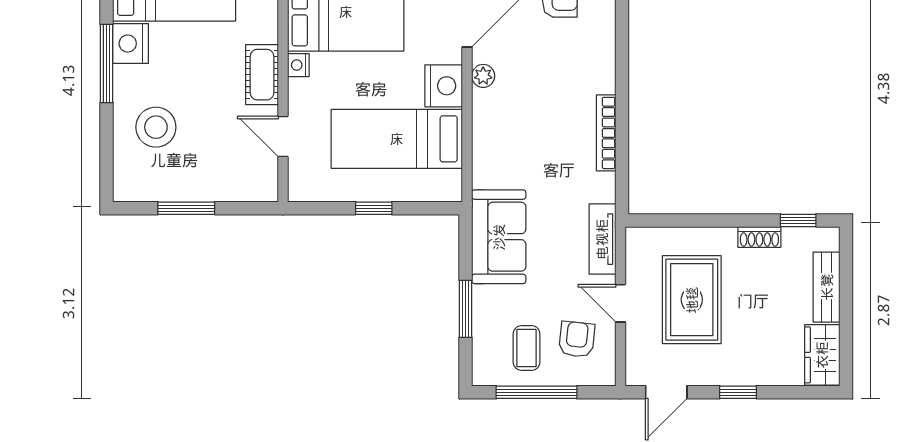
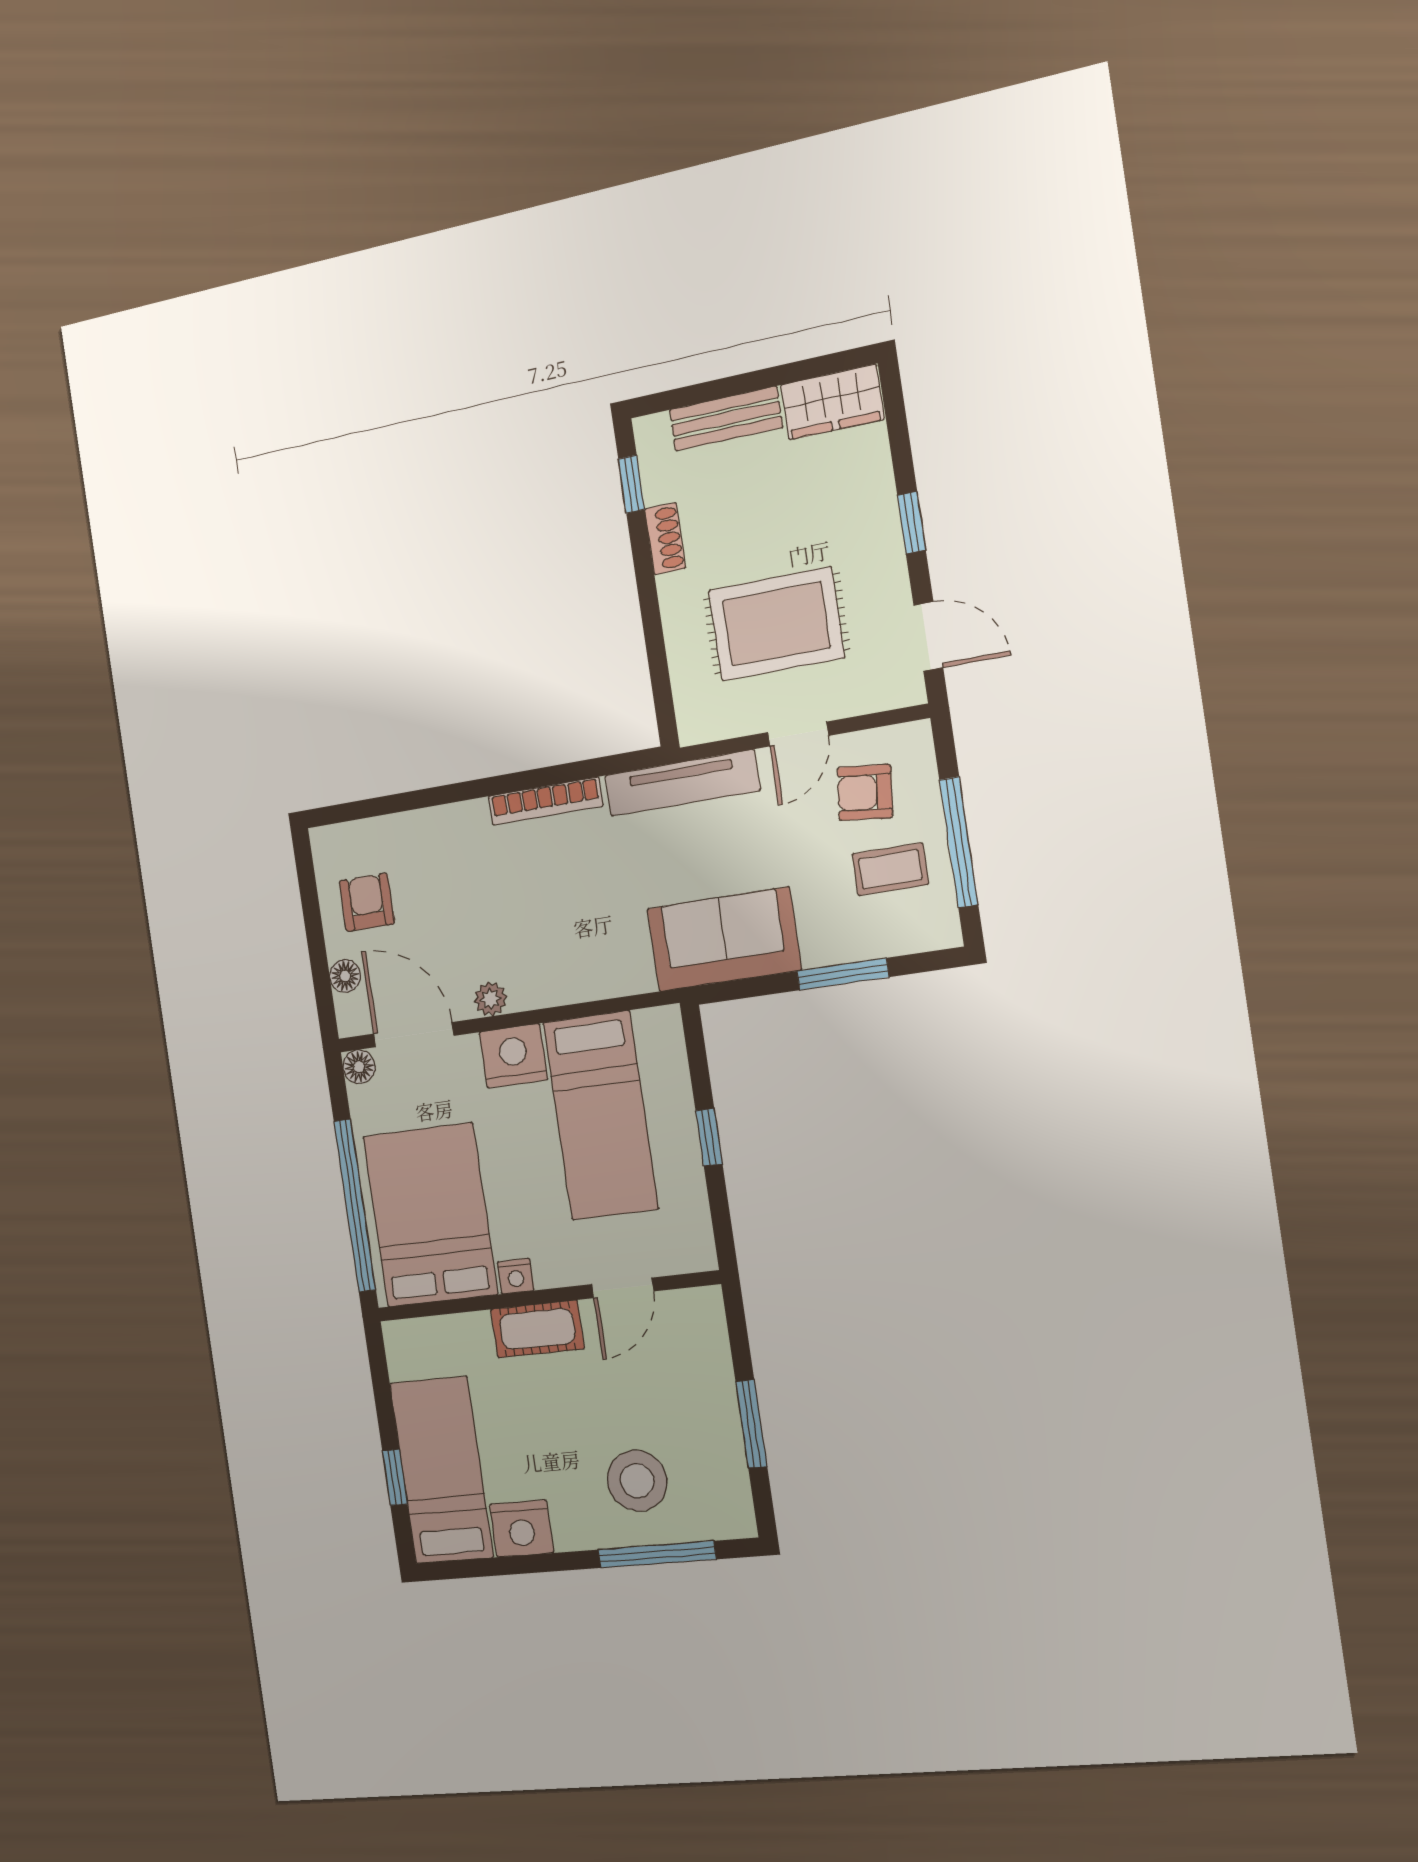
window: (107, 63) -> (657, 1554), moved
tv unit: (602, 239) -> (682, 783), width x1.41

